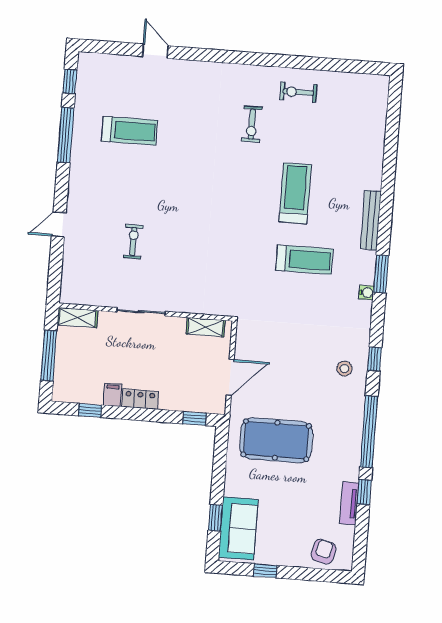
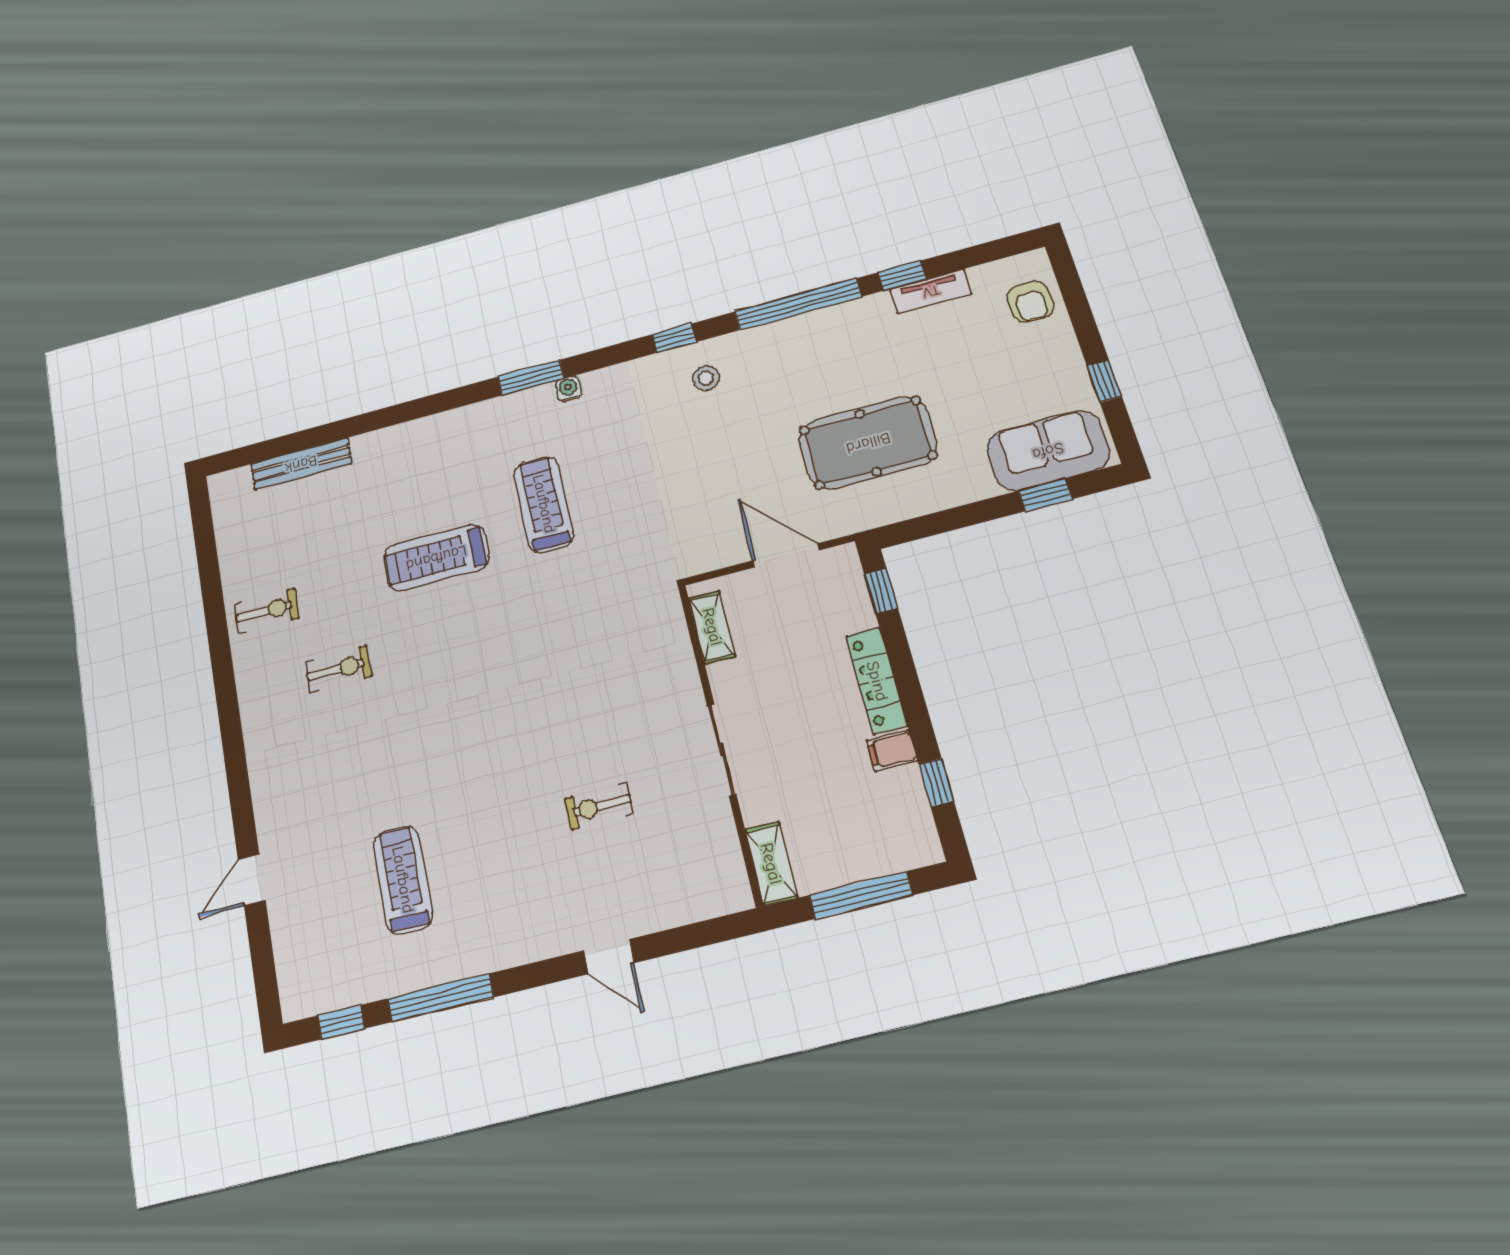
exercise bike: (298, 92) -> (266, 611), turned -90
bench: (371, 220) -> (301, 464), moved
locker: (140, 399) -> (877, 681), width x1.53
pool table: (276, 440) -> (868, 443), turned 90
armchair: (324, 552) -> (1030, 302), turned -104

